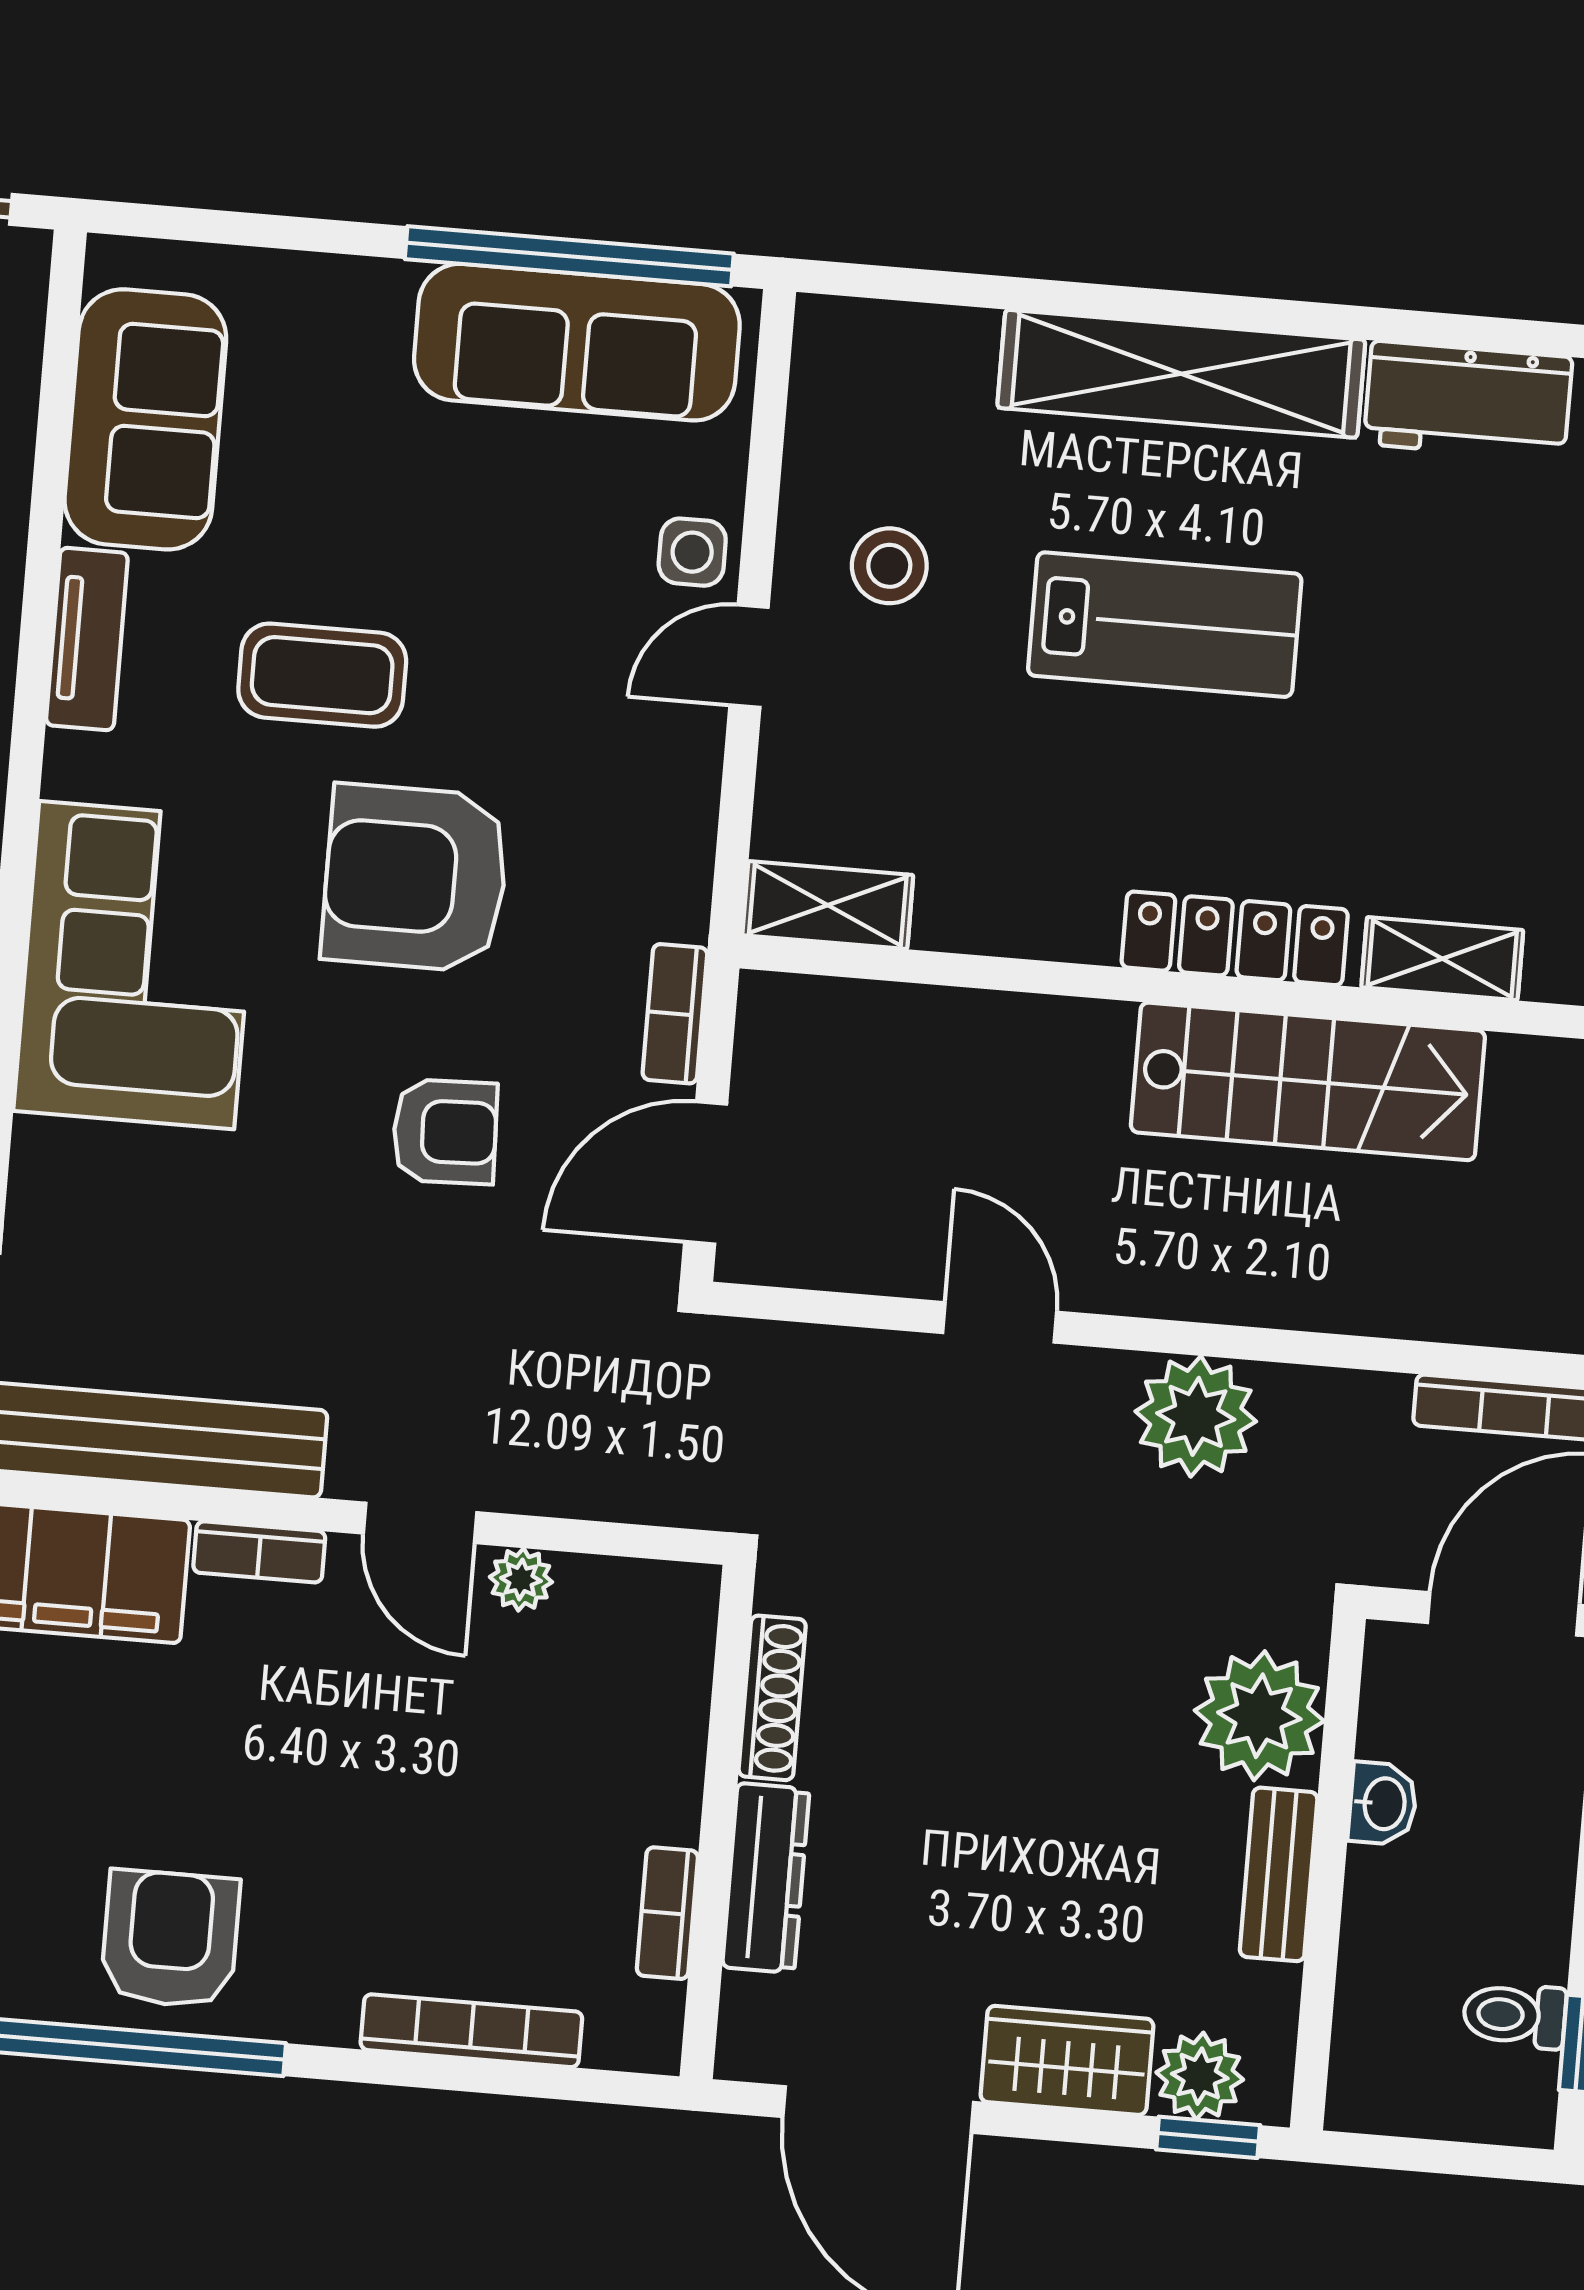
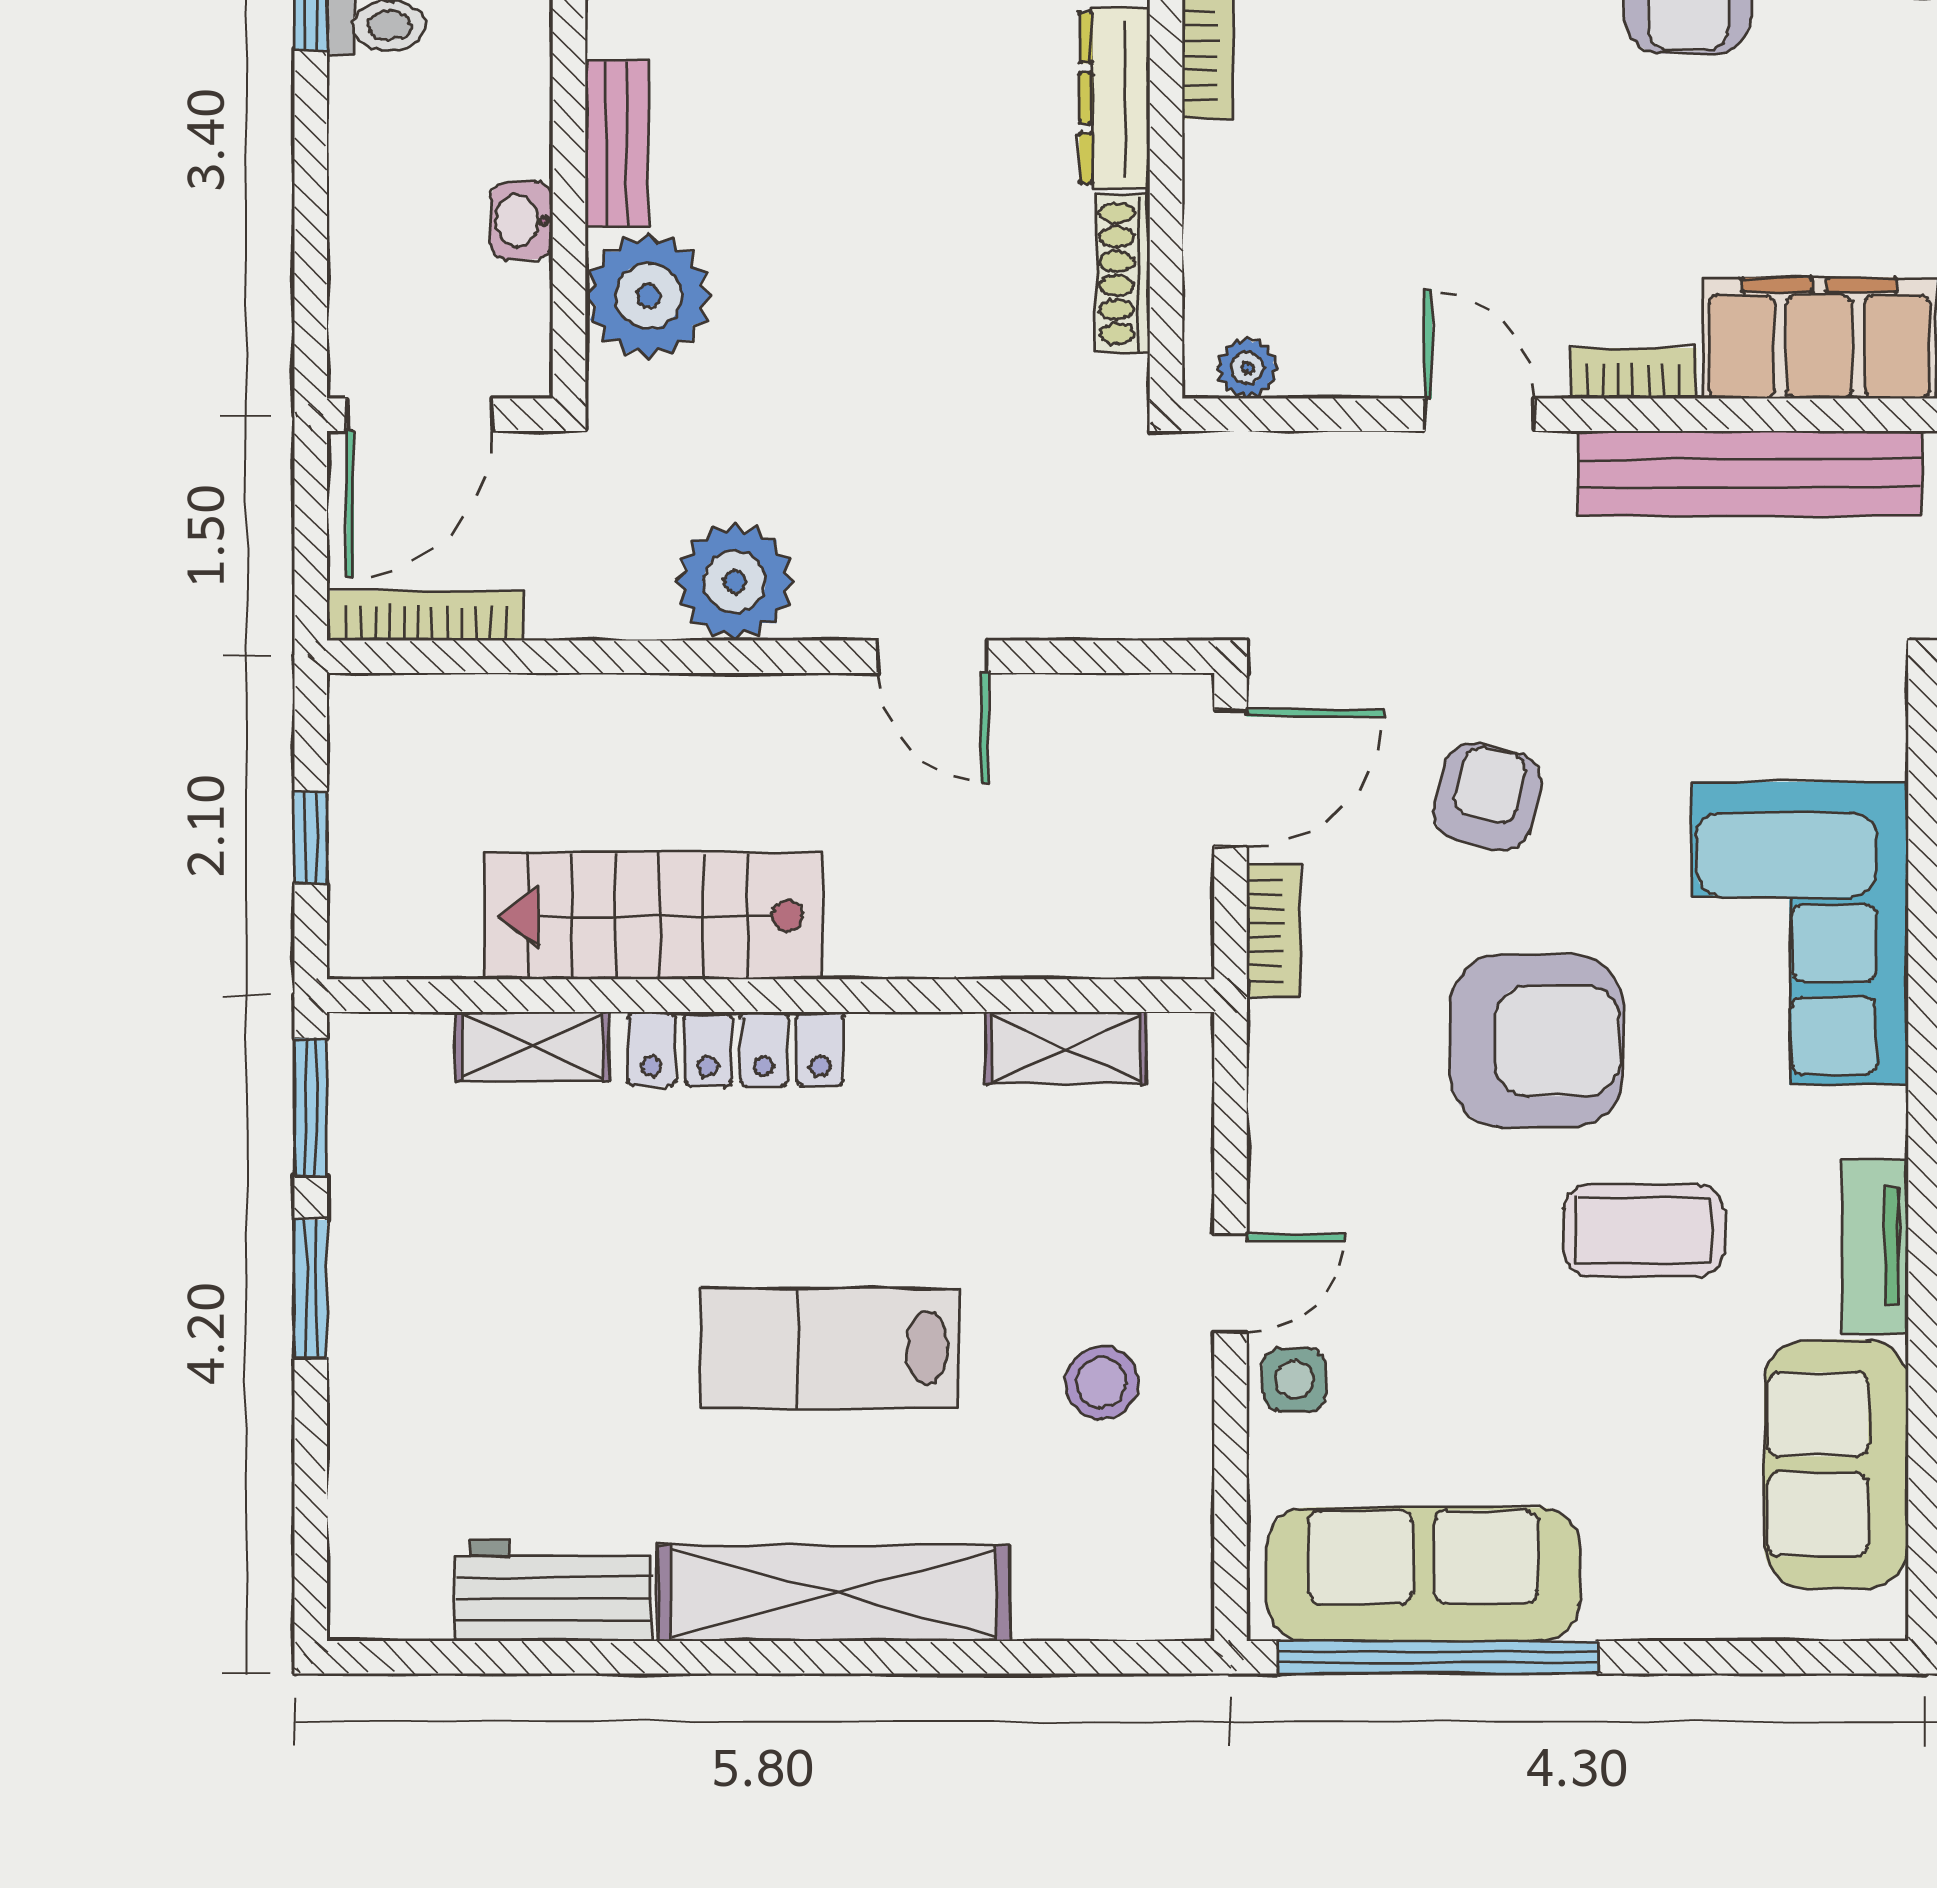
shelving: (828, 905) -> (1066, 1048), moved
armchair: (445, 1132) -> (1487, 797), turned 106
plant: (521, 1579) -> (1247, 368), moved

